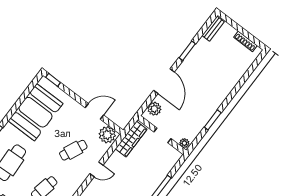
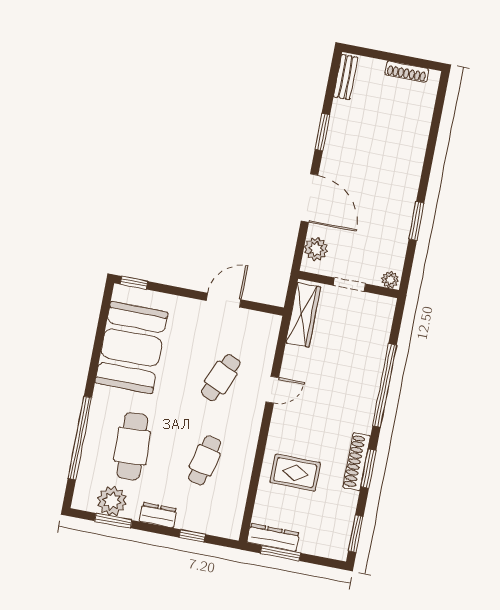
plant: (107, 135) -> (262, 327), removed

